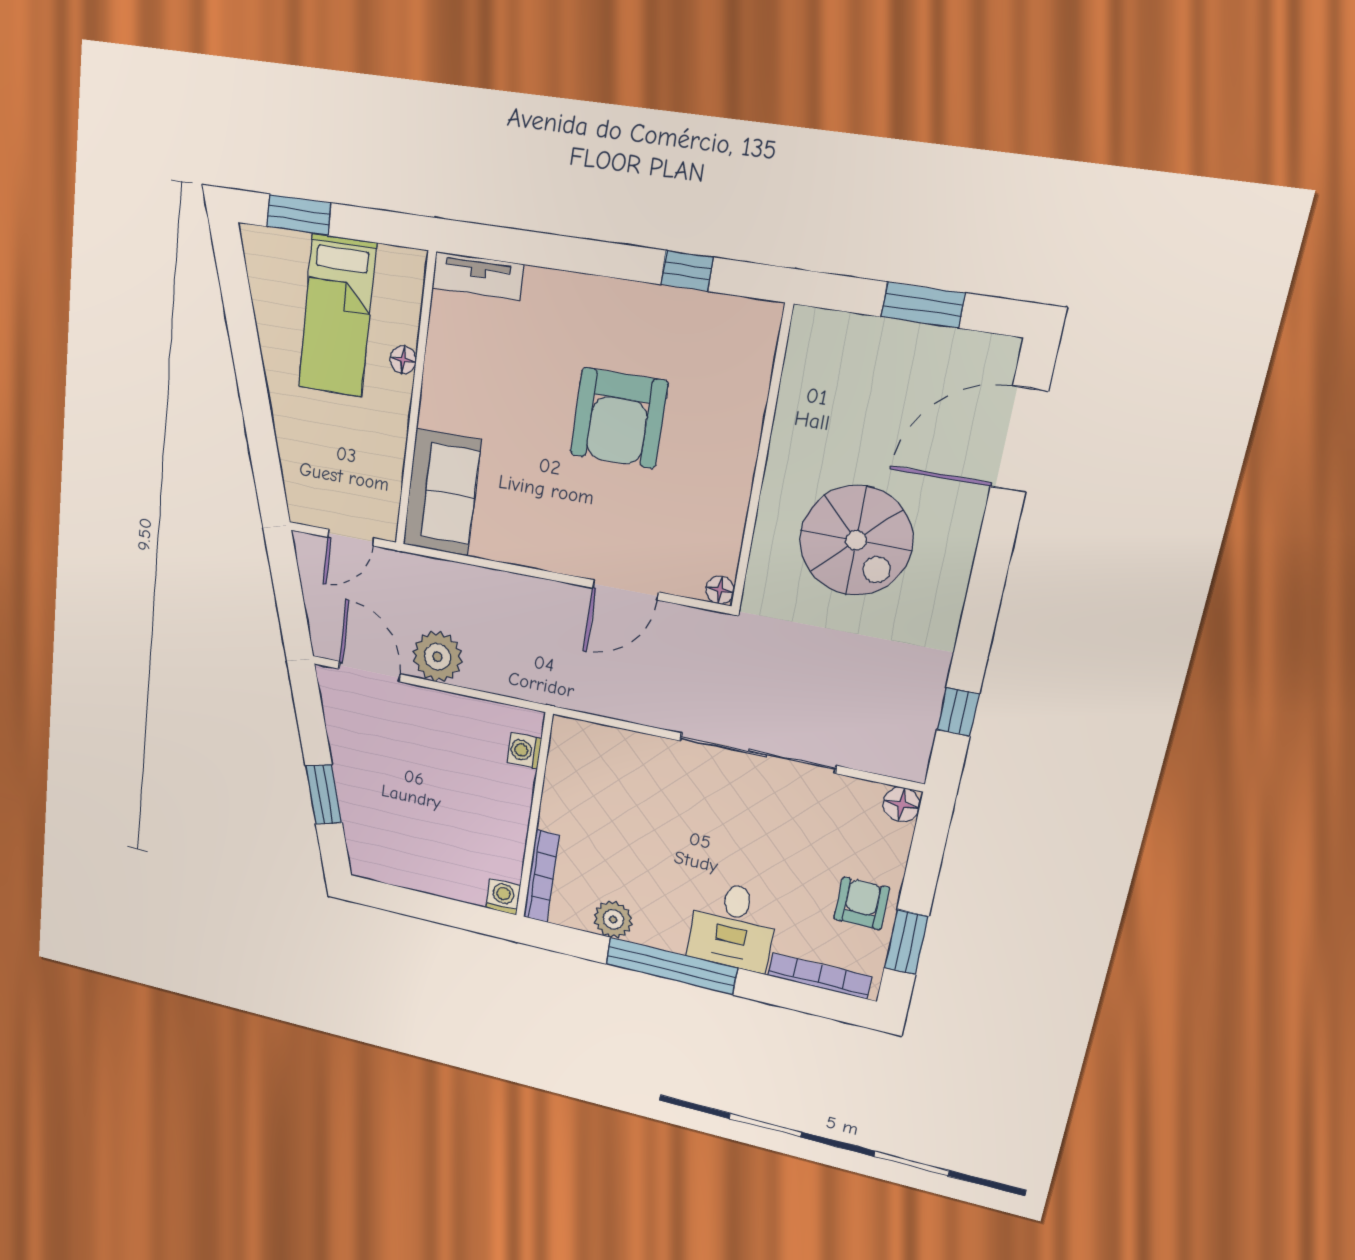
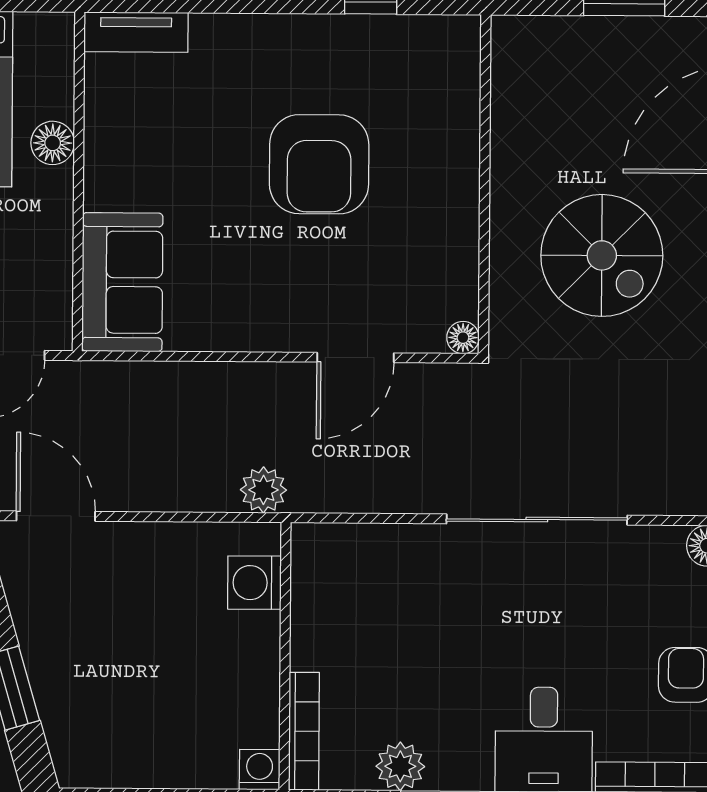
floor lamp: (403, 360) -> (53, 143), width x1.37, depth x1.37
plant: (437, 657) -> (263, 490), moved, width x0.73, depth x0.73
washing machine: (524, 751) -> (254, 583), width x1.38, depth x1.38

